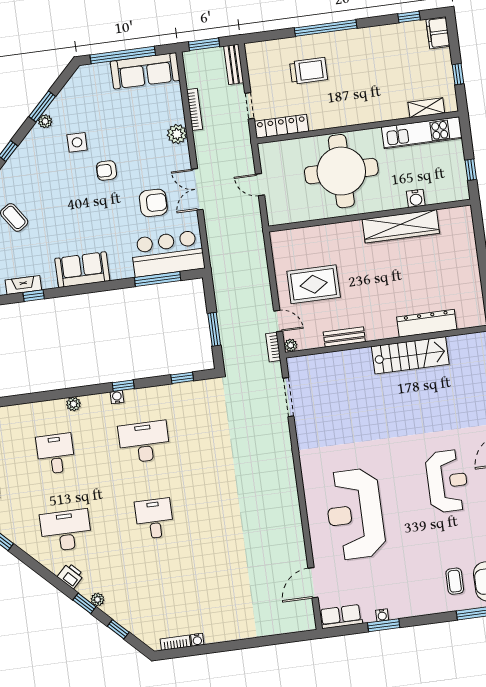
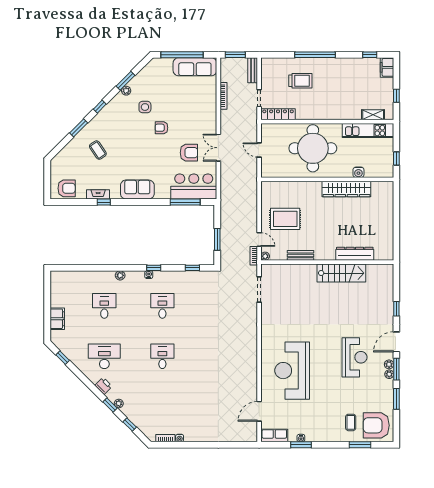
plant: (177, 134) -> (210, 110), removed
desk: (144, 442) -> (162, 306), width x0.73

